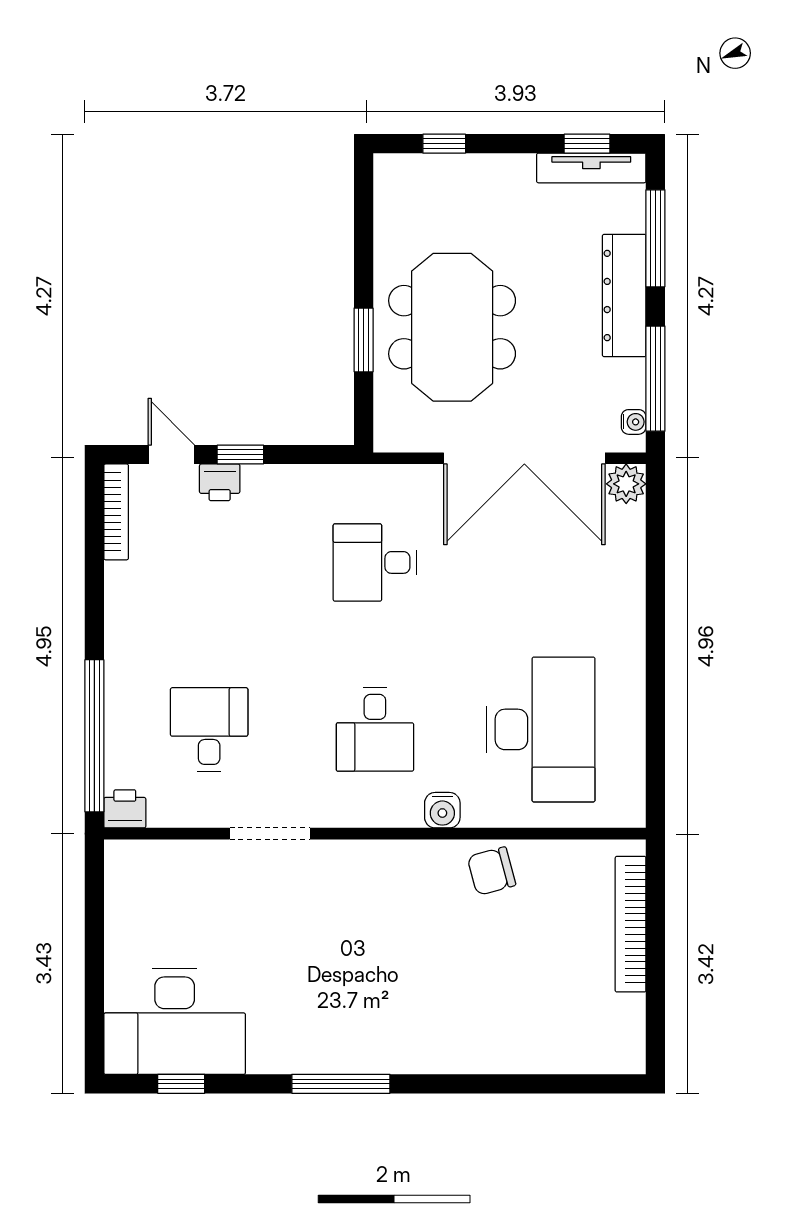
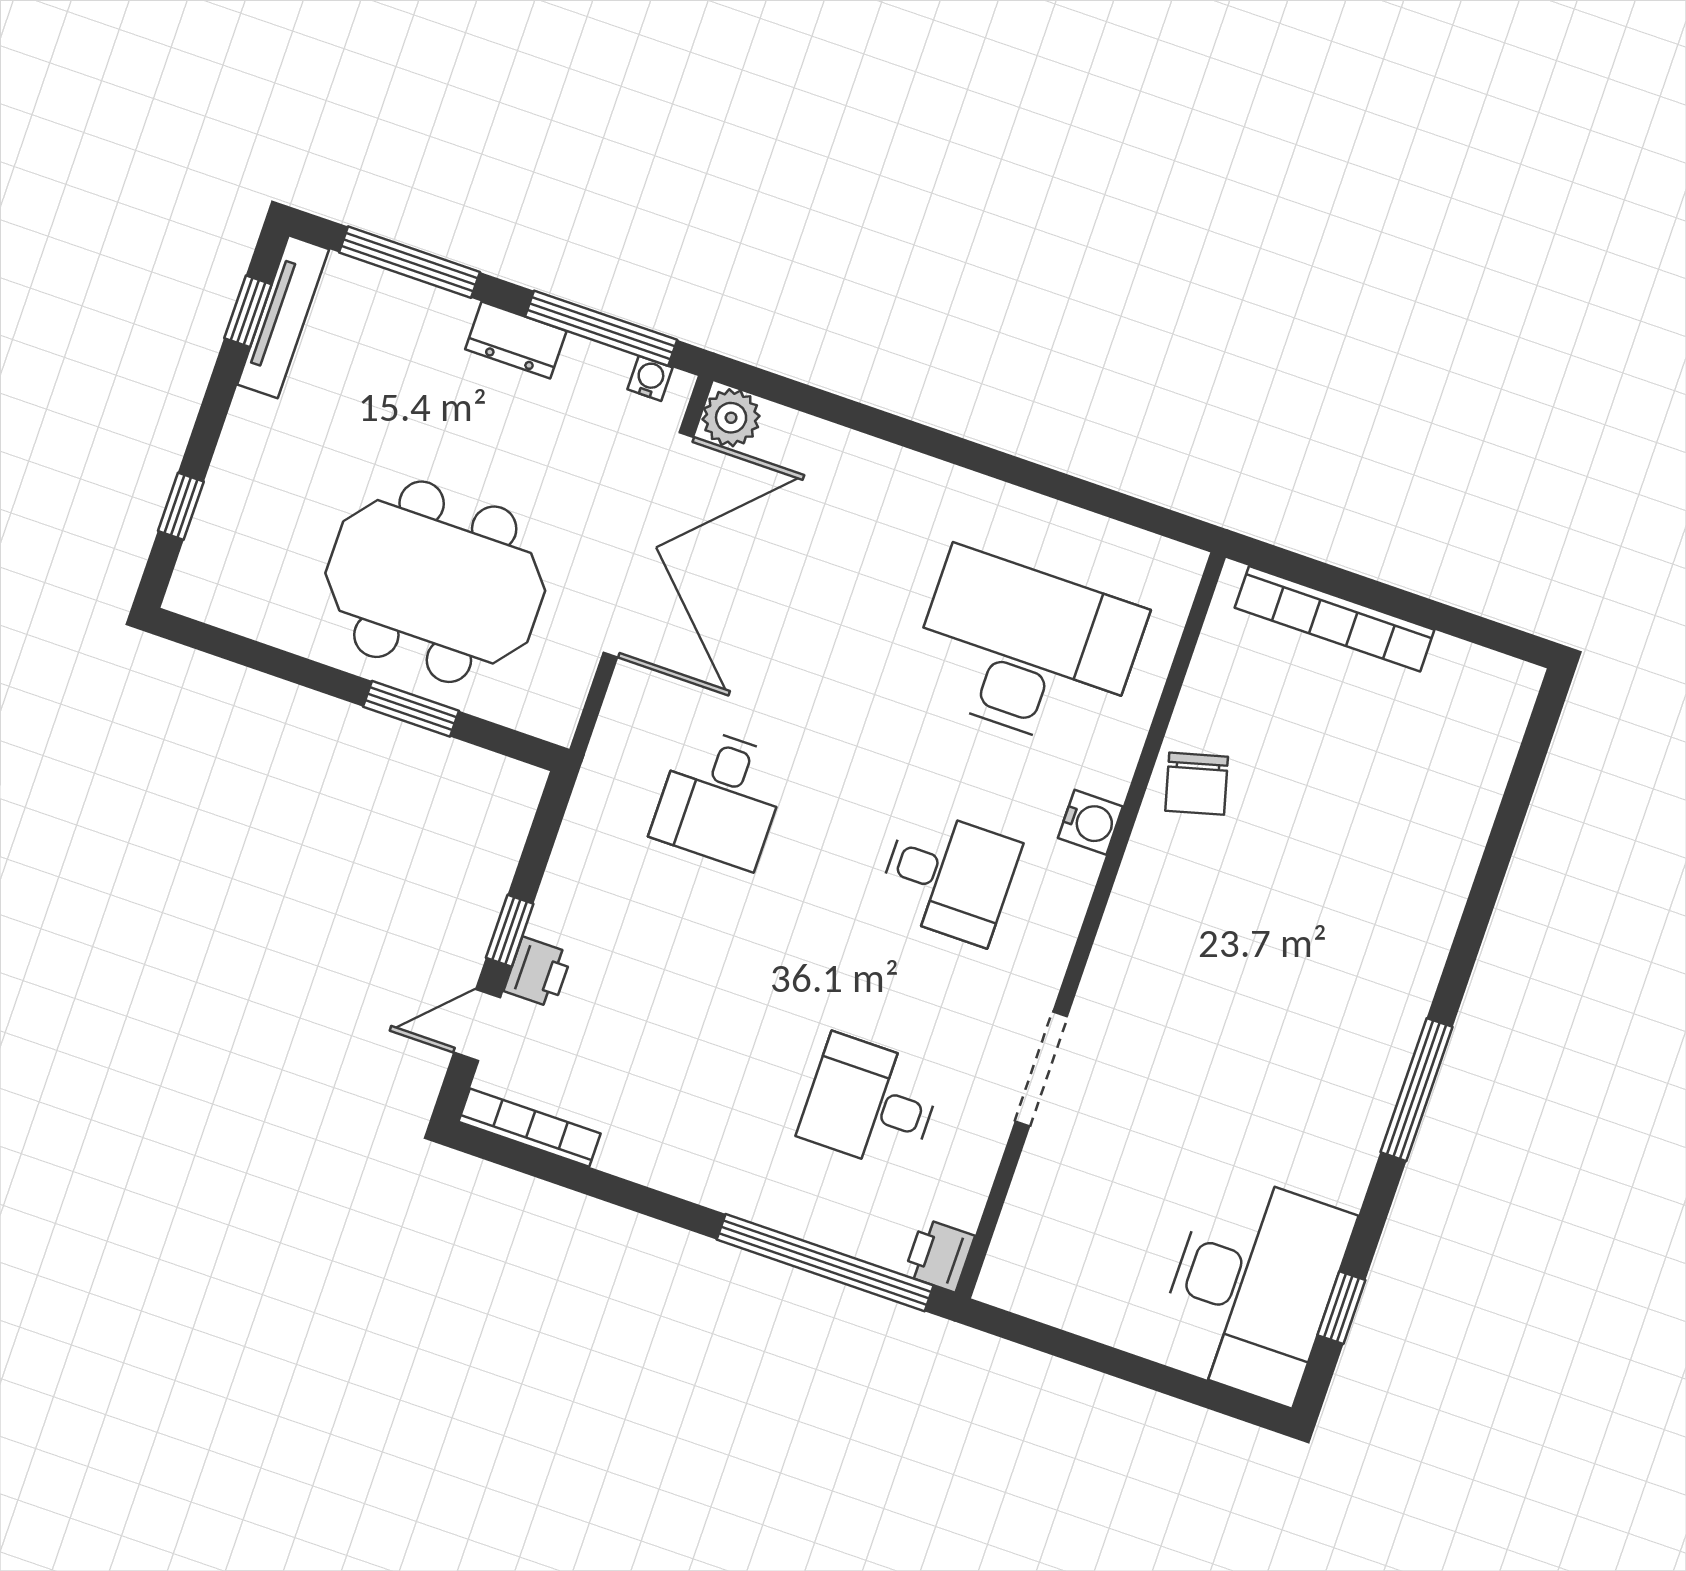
dresser: (624, 295) -> (516, 340), width x0.51, depth x0.80

